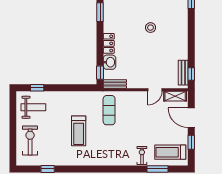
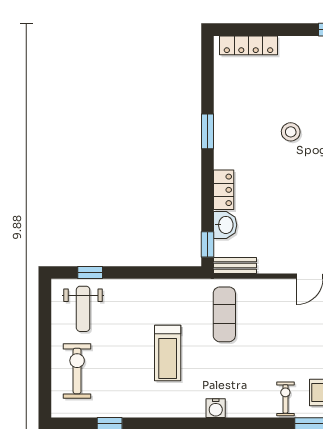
stool: (151, 28) -> (291, 132), moved
weight bench: (33, 107) -> (83, 309), turned 90
water cooler: (104, 161) -> (216, 408), added

